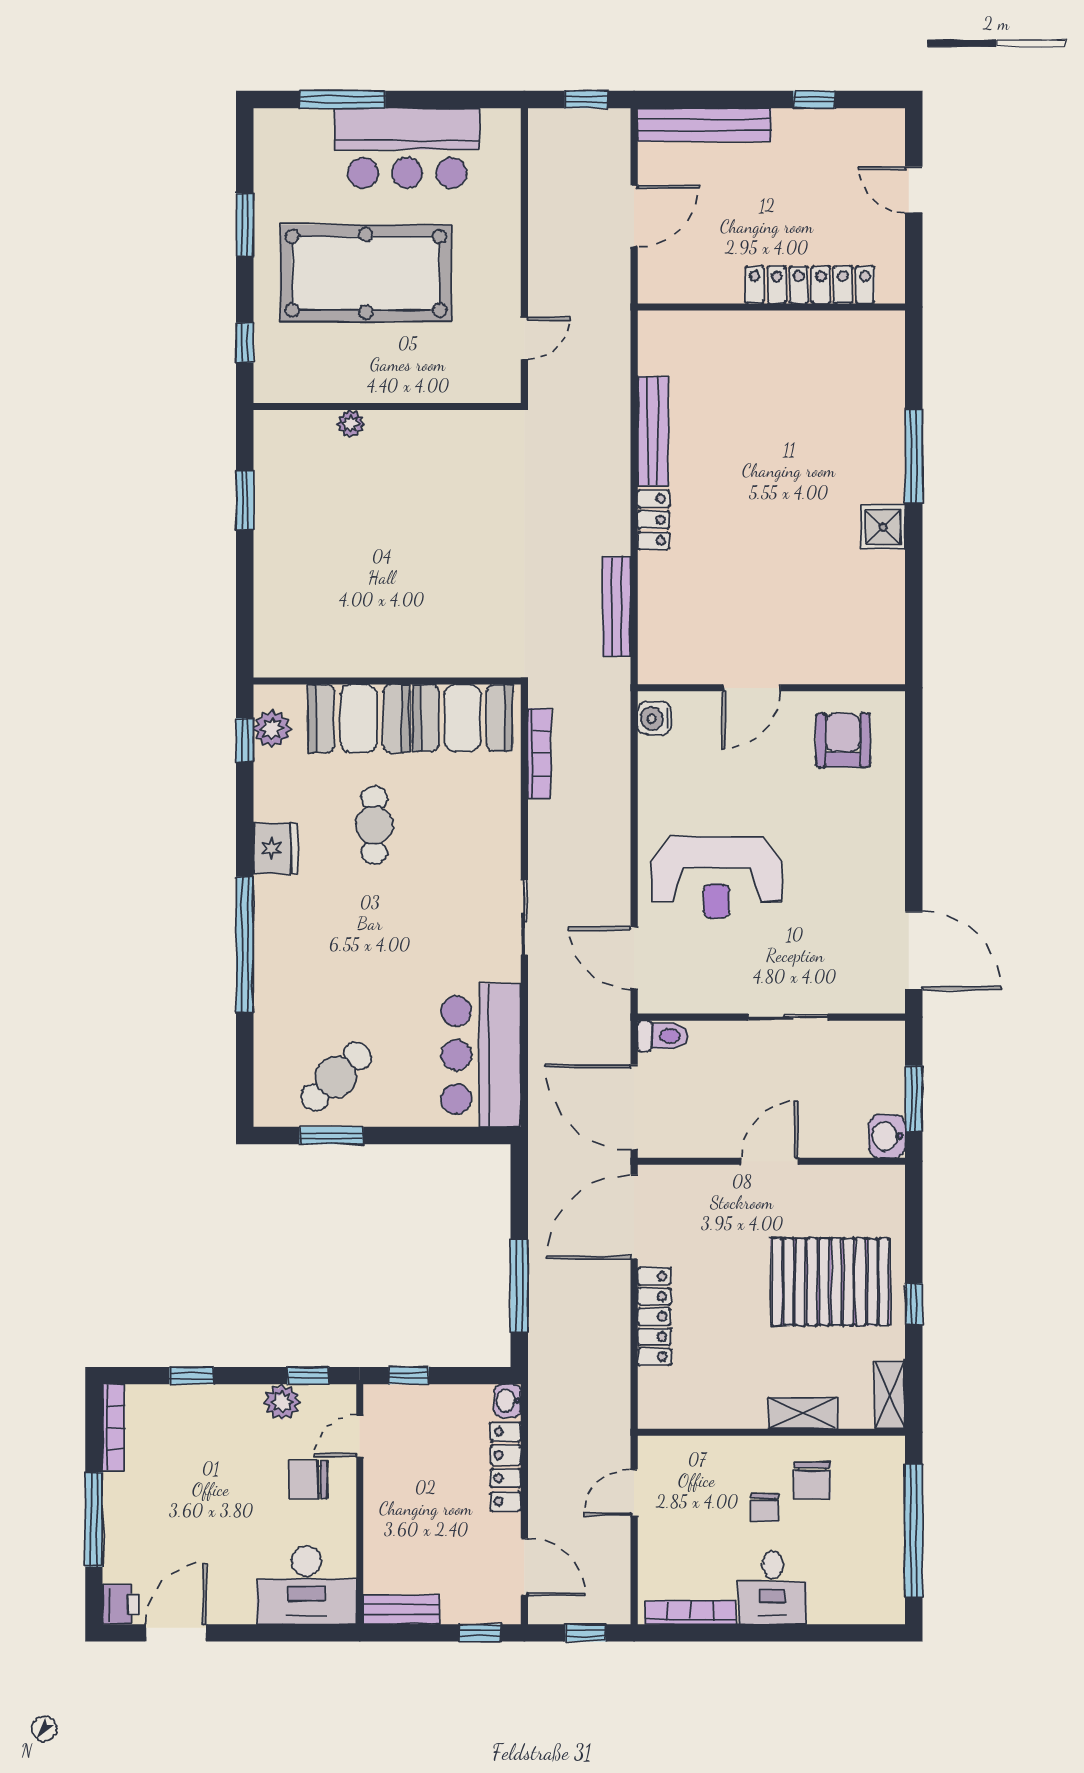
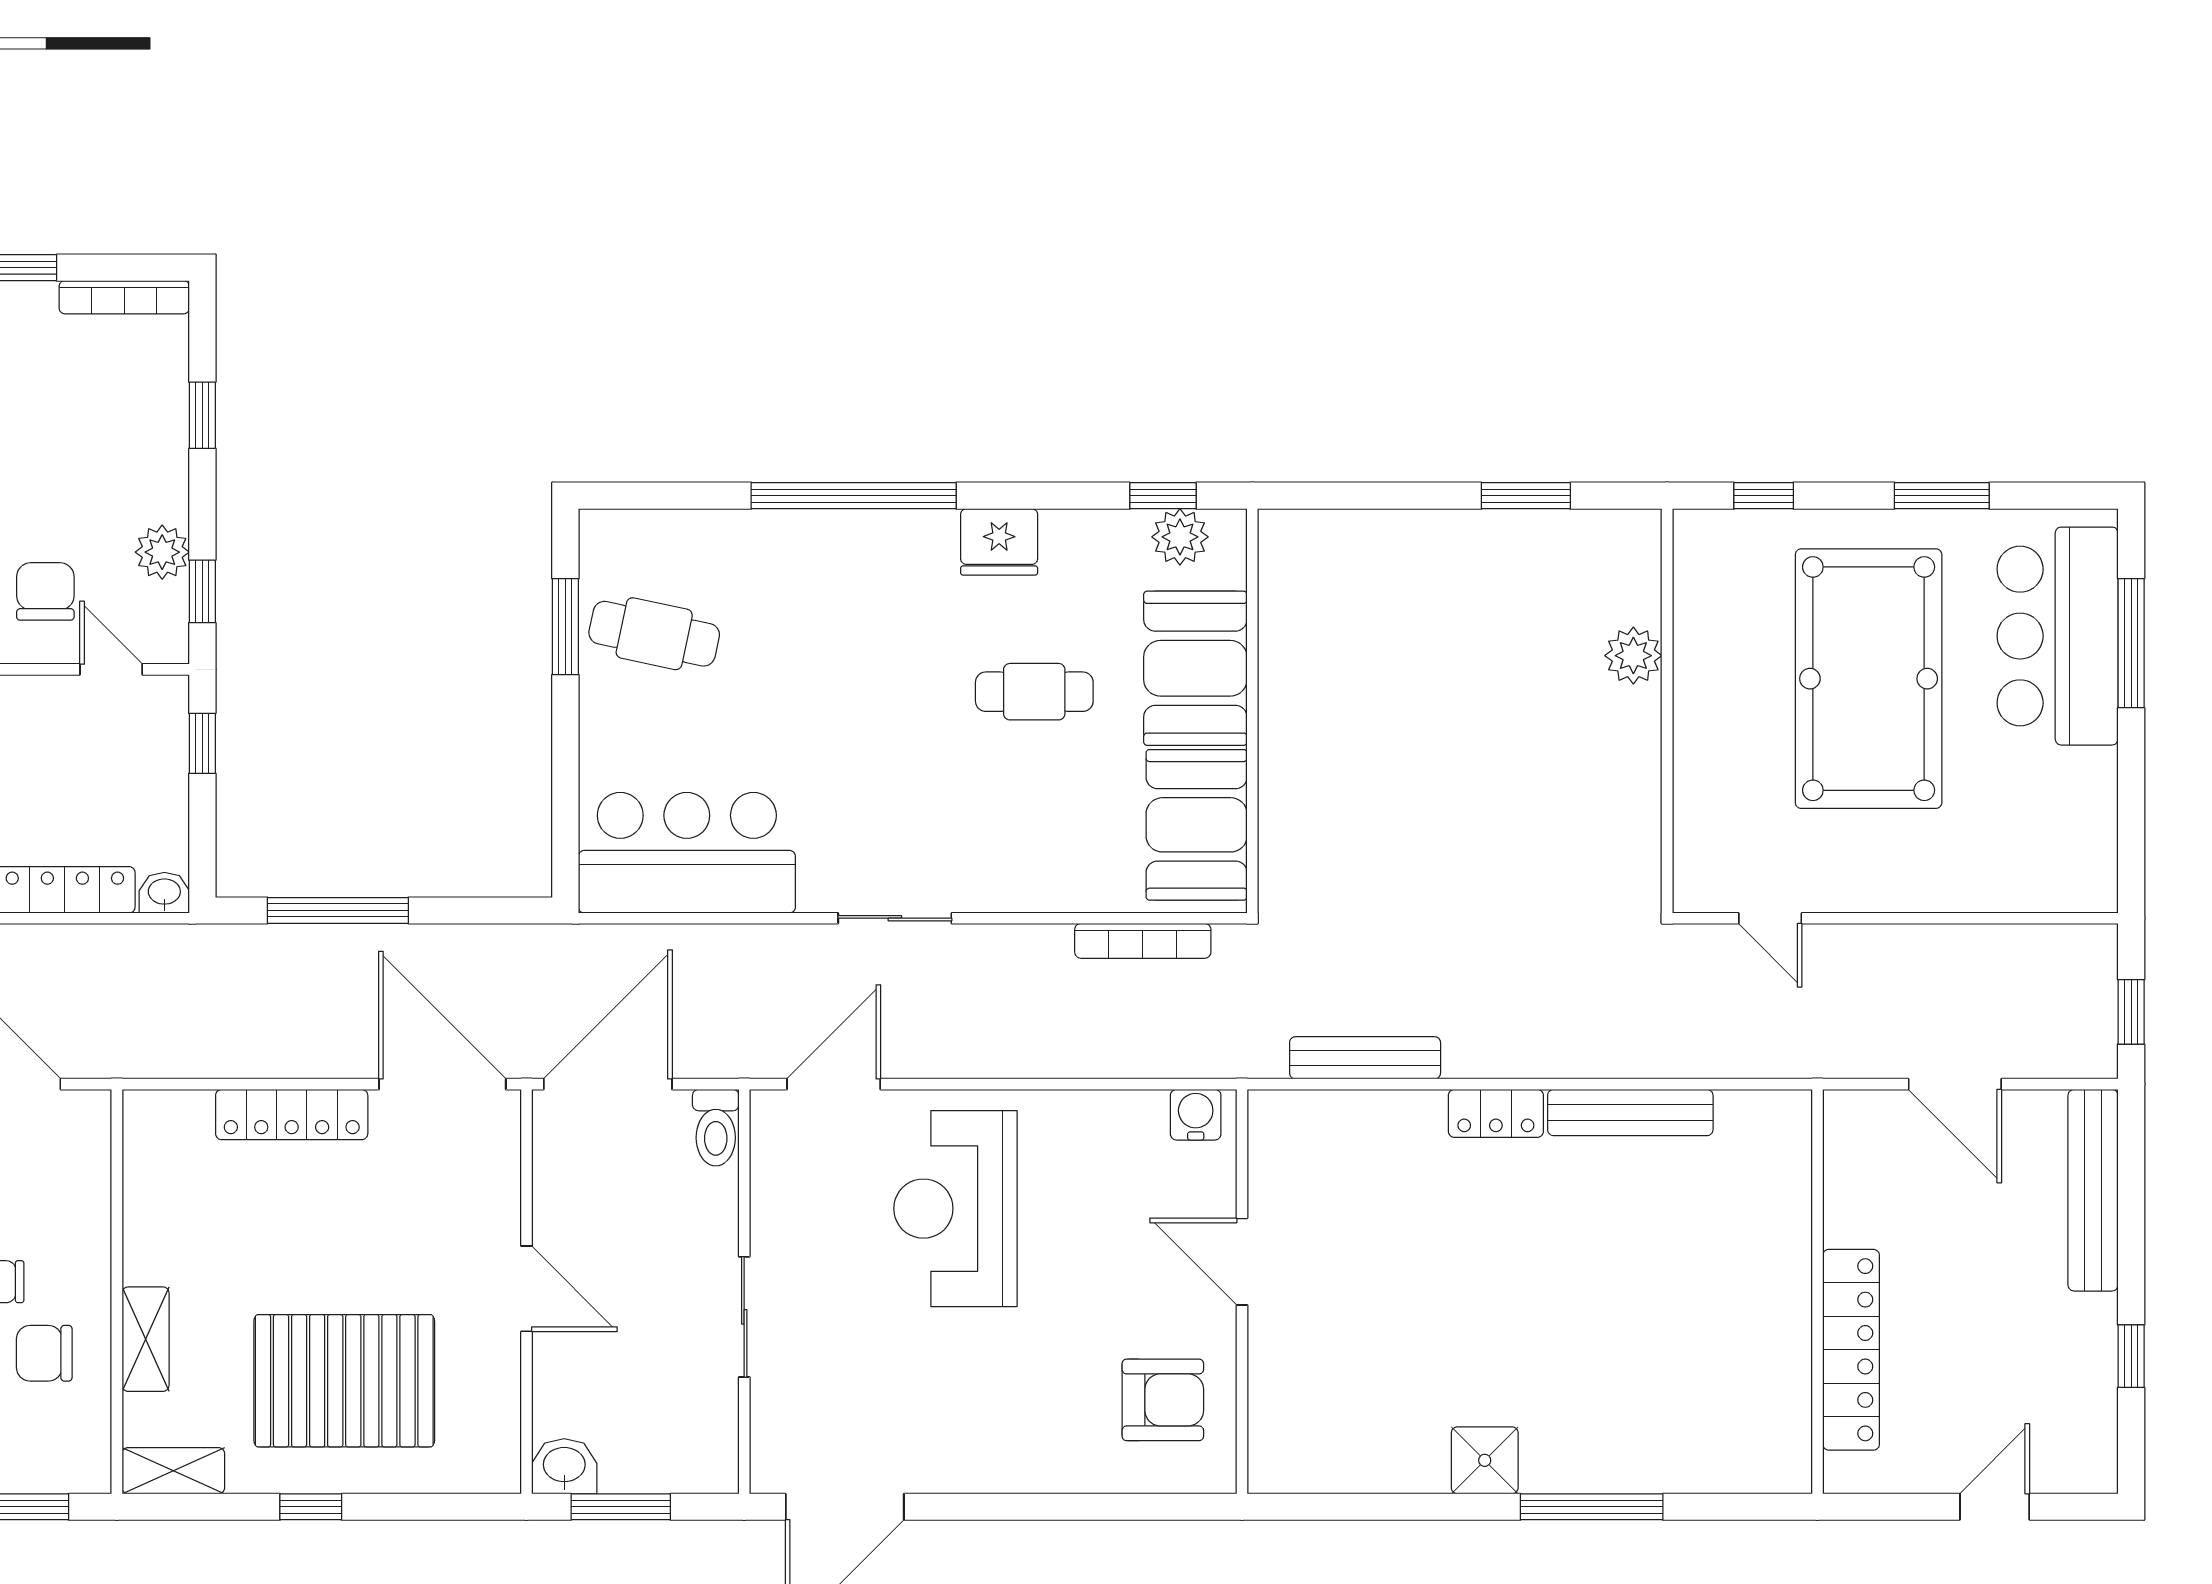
bar counter: (407, 148) -> (2058, 636), moved
plant: (351, 424) -> (1633, 656), width x1.38, depth x1.38
cafe table: (336, 1077) -> (654, 634), turned -34
pallet: (830, 1282) -> (344, 1381), turned 90

